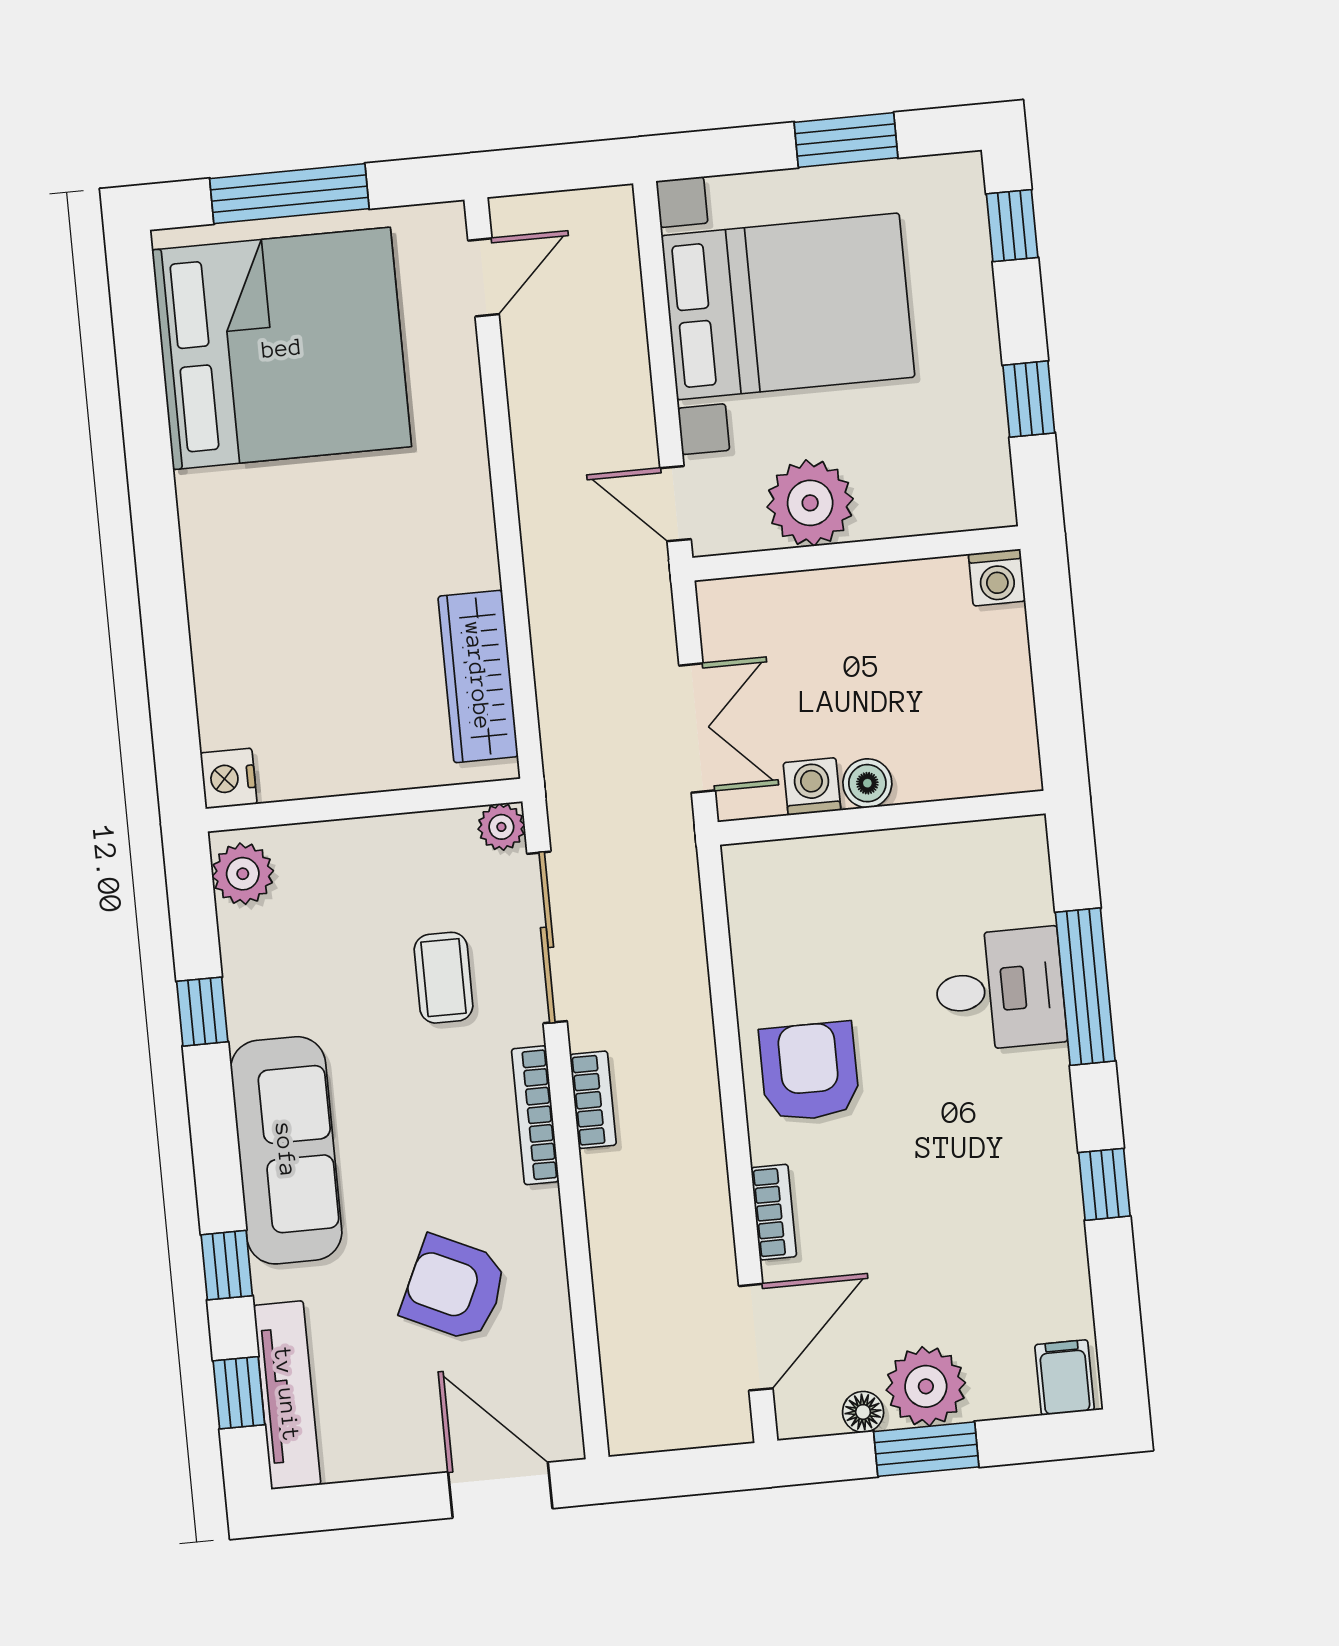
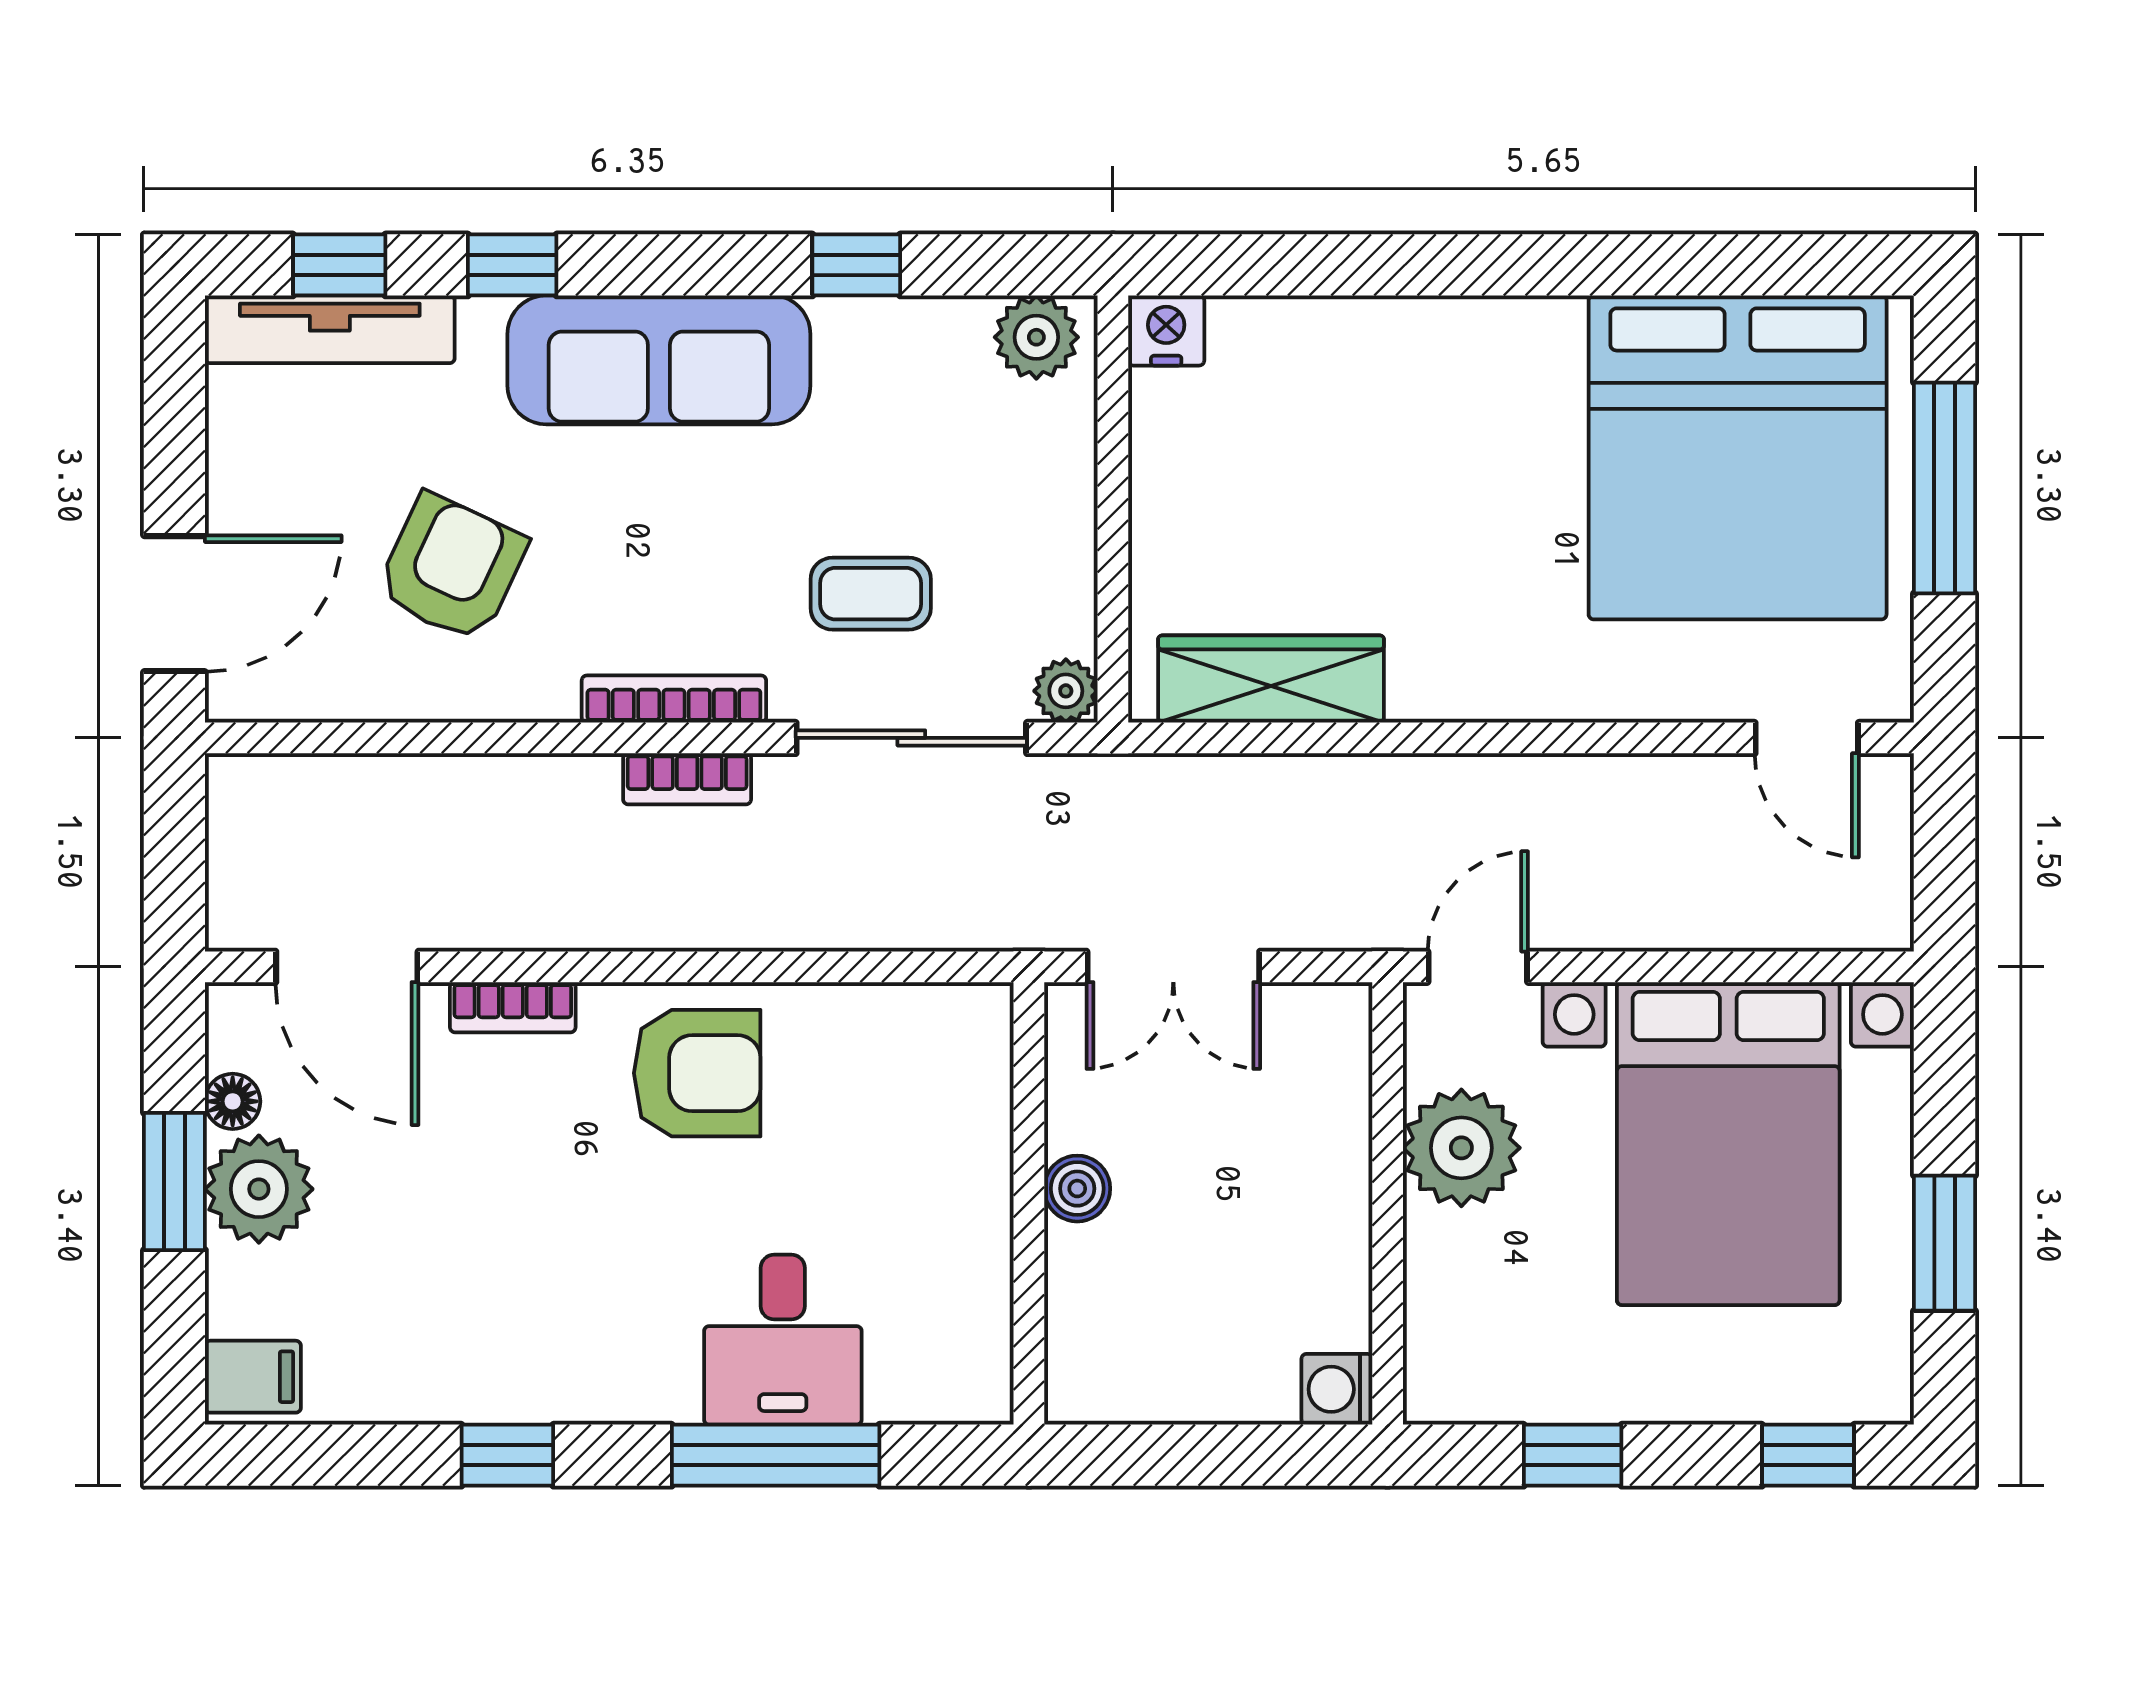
washing machine: (812, 786) -> (1080, 1114), removed

